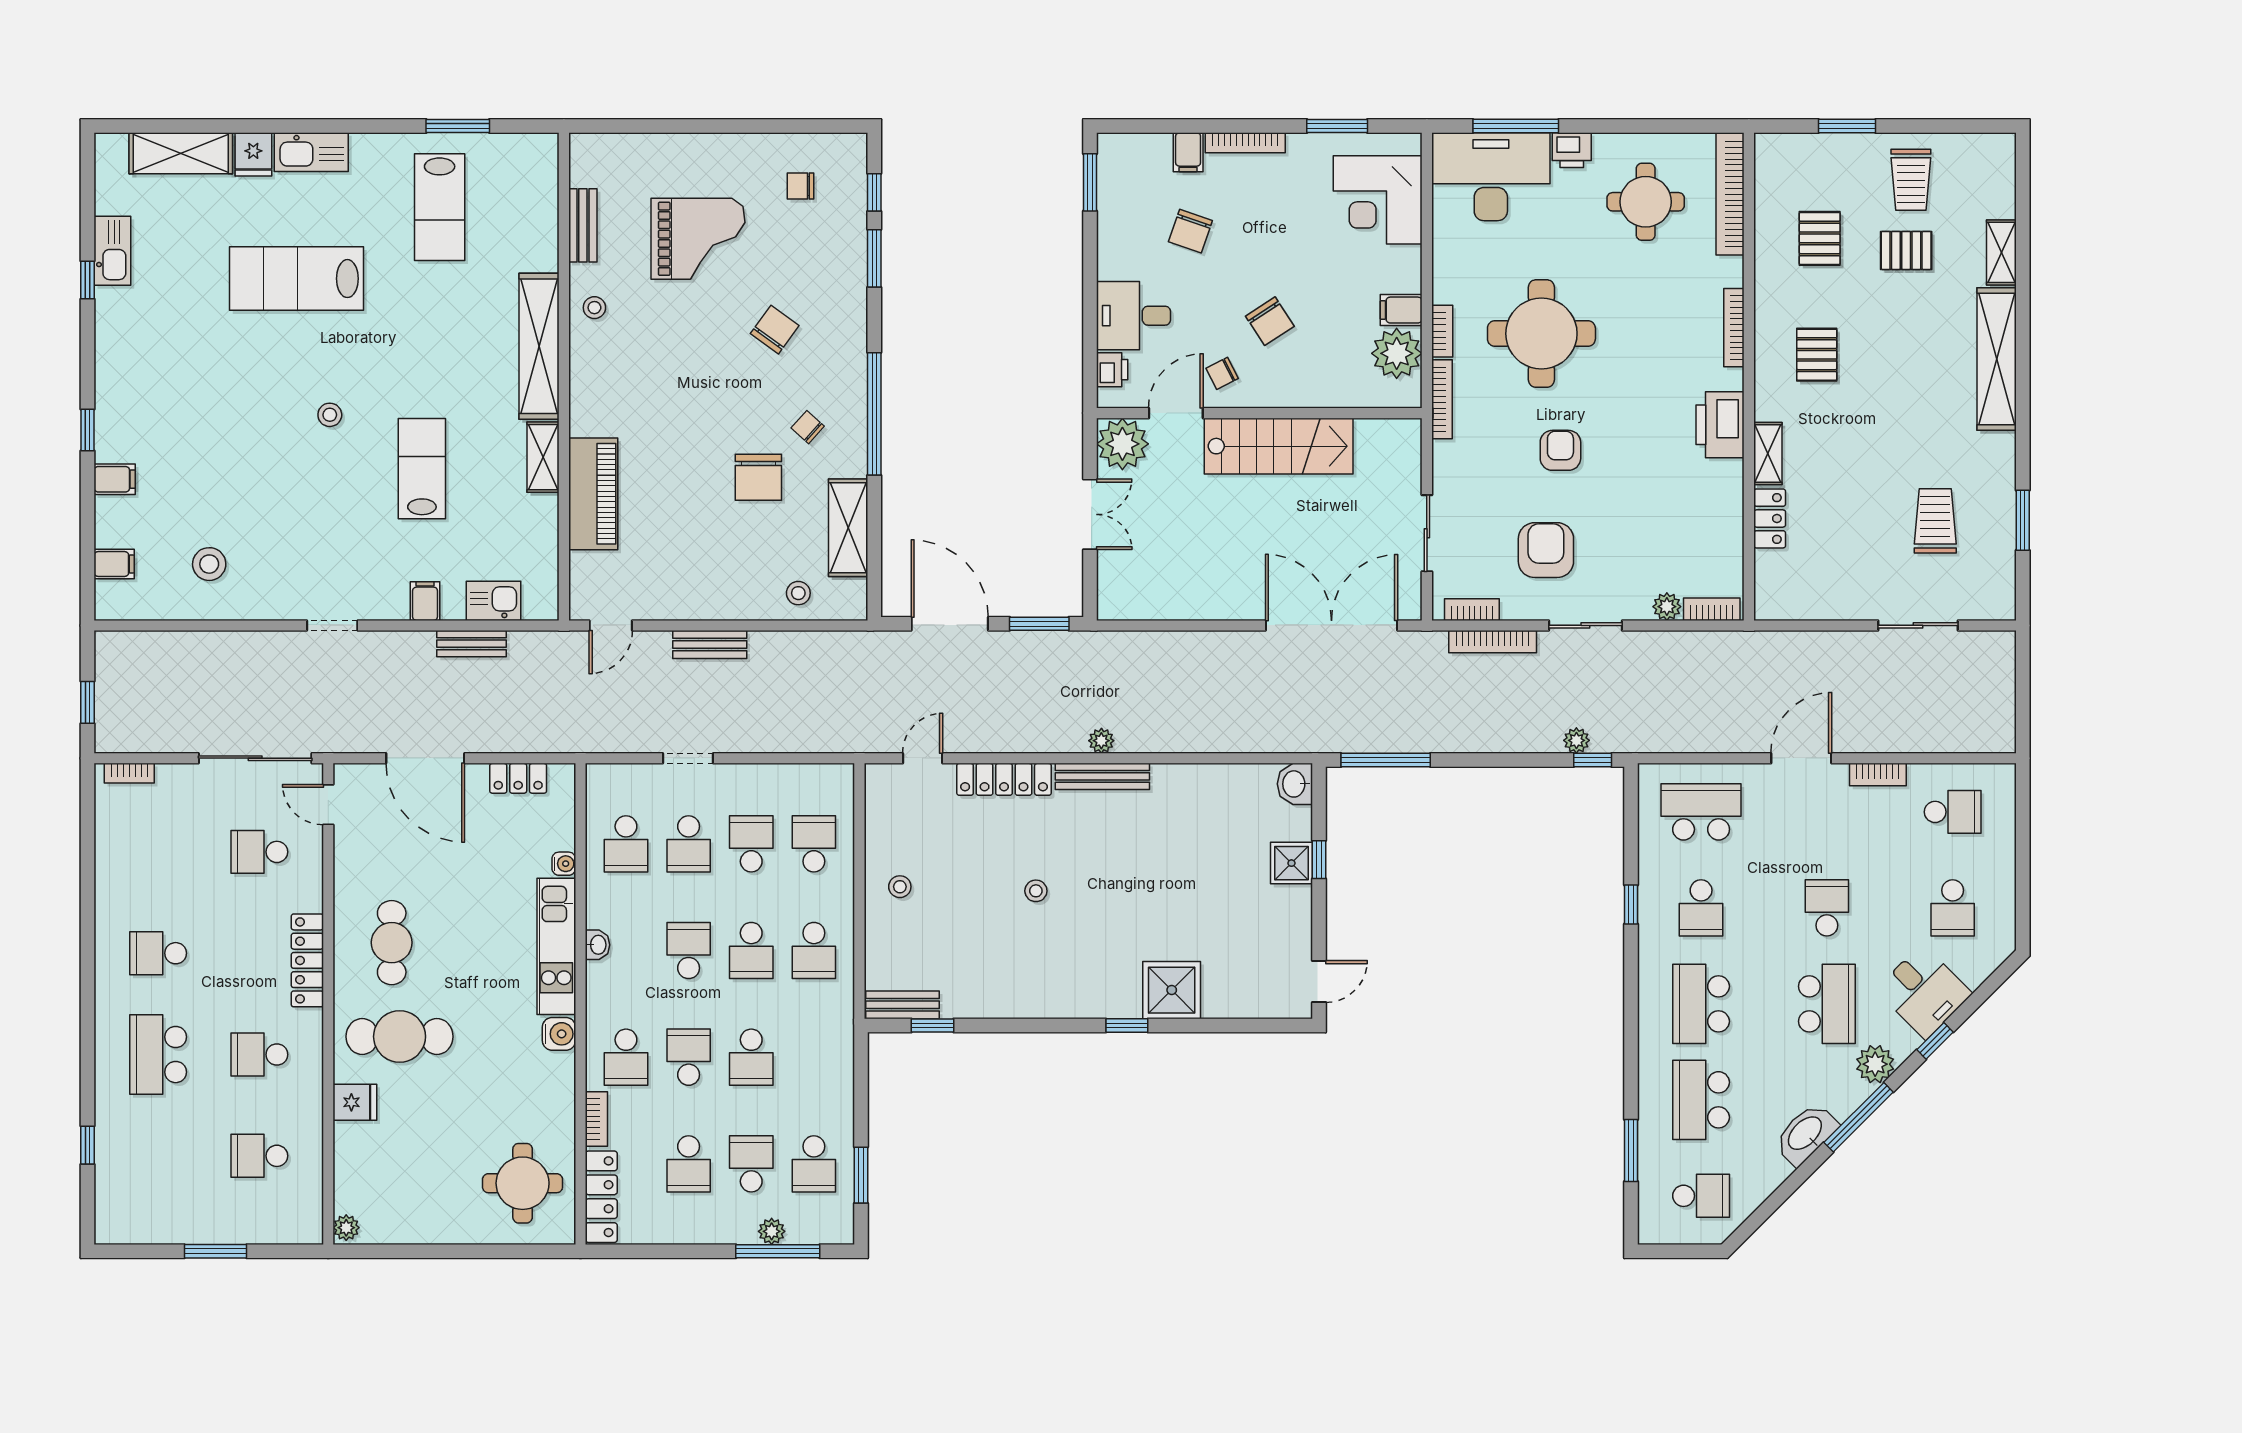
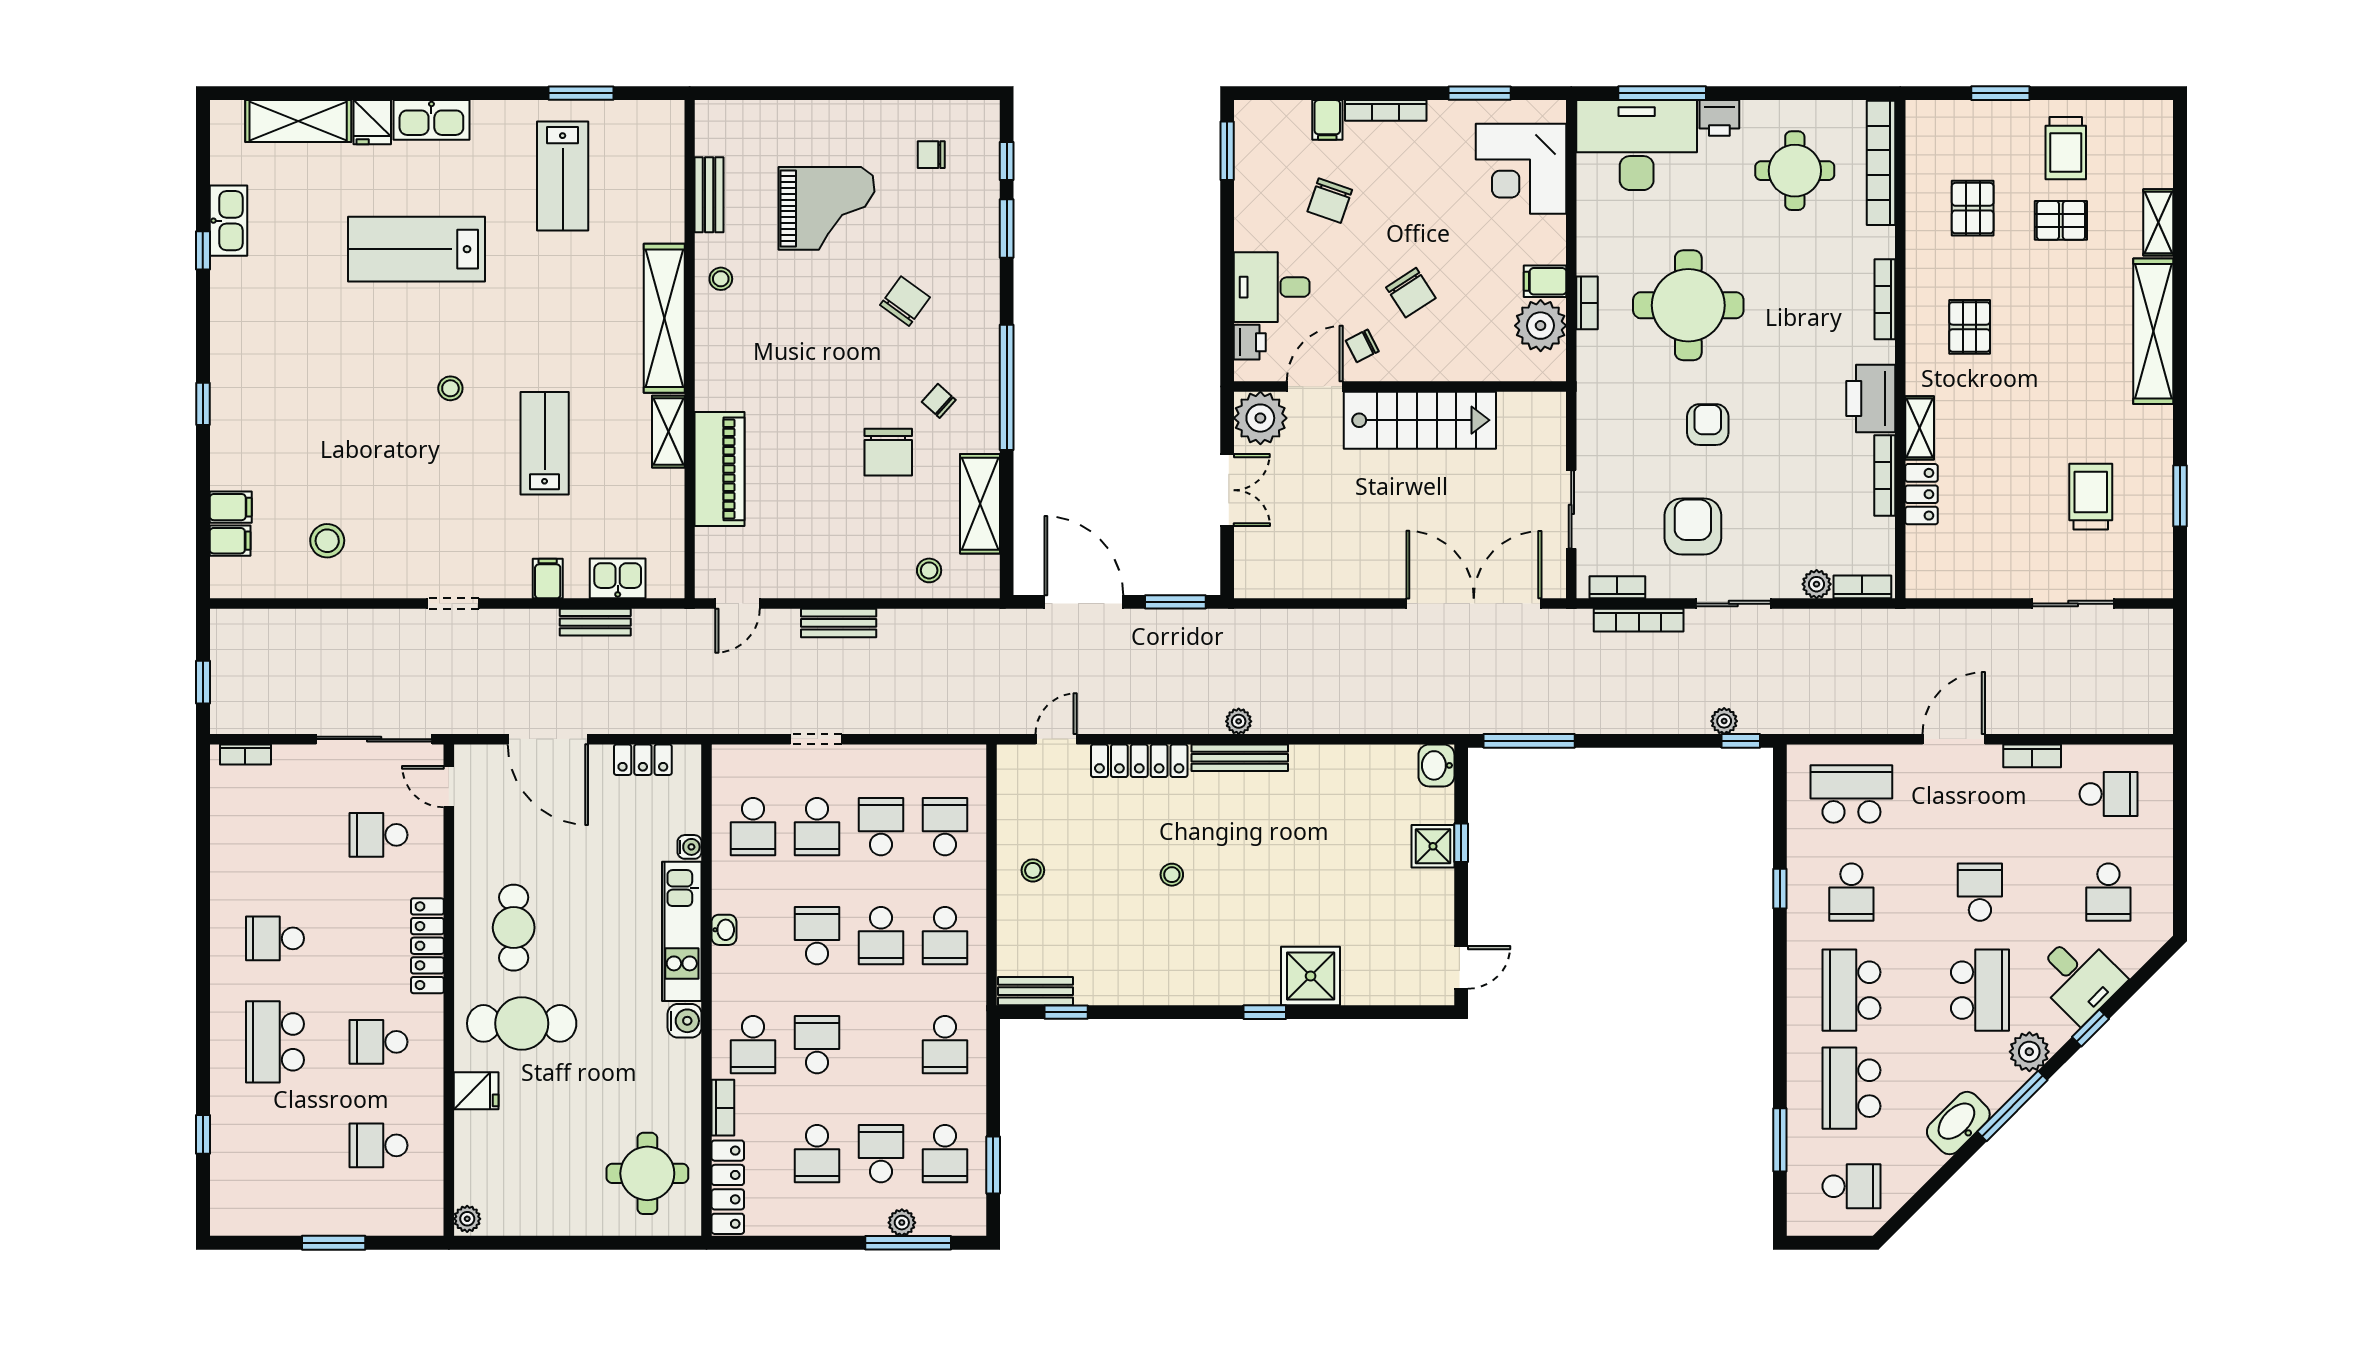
bookcase: (1442, 399) -> (1885, 475), moved, turned 180
filing cabinet: (115, 479) -> (231, 507), moved
school desk: (751, 1057) -> (945, 1045), moved

